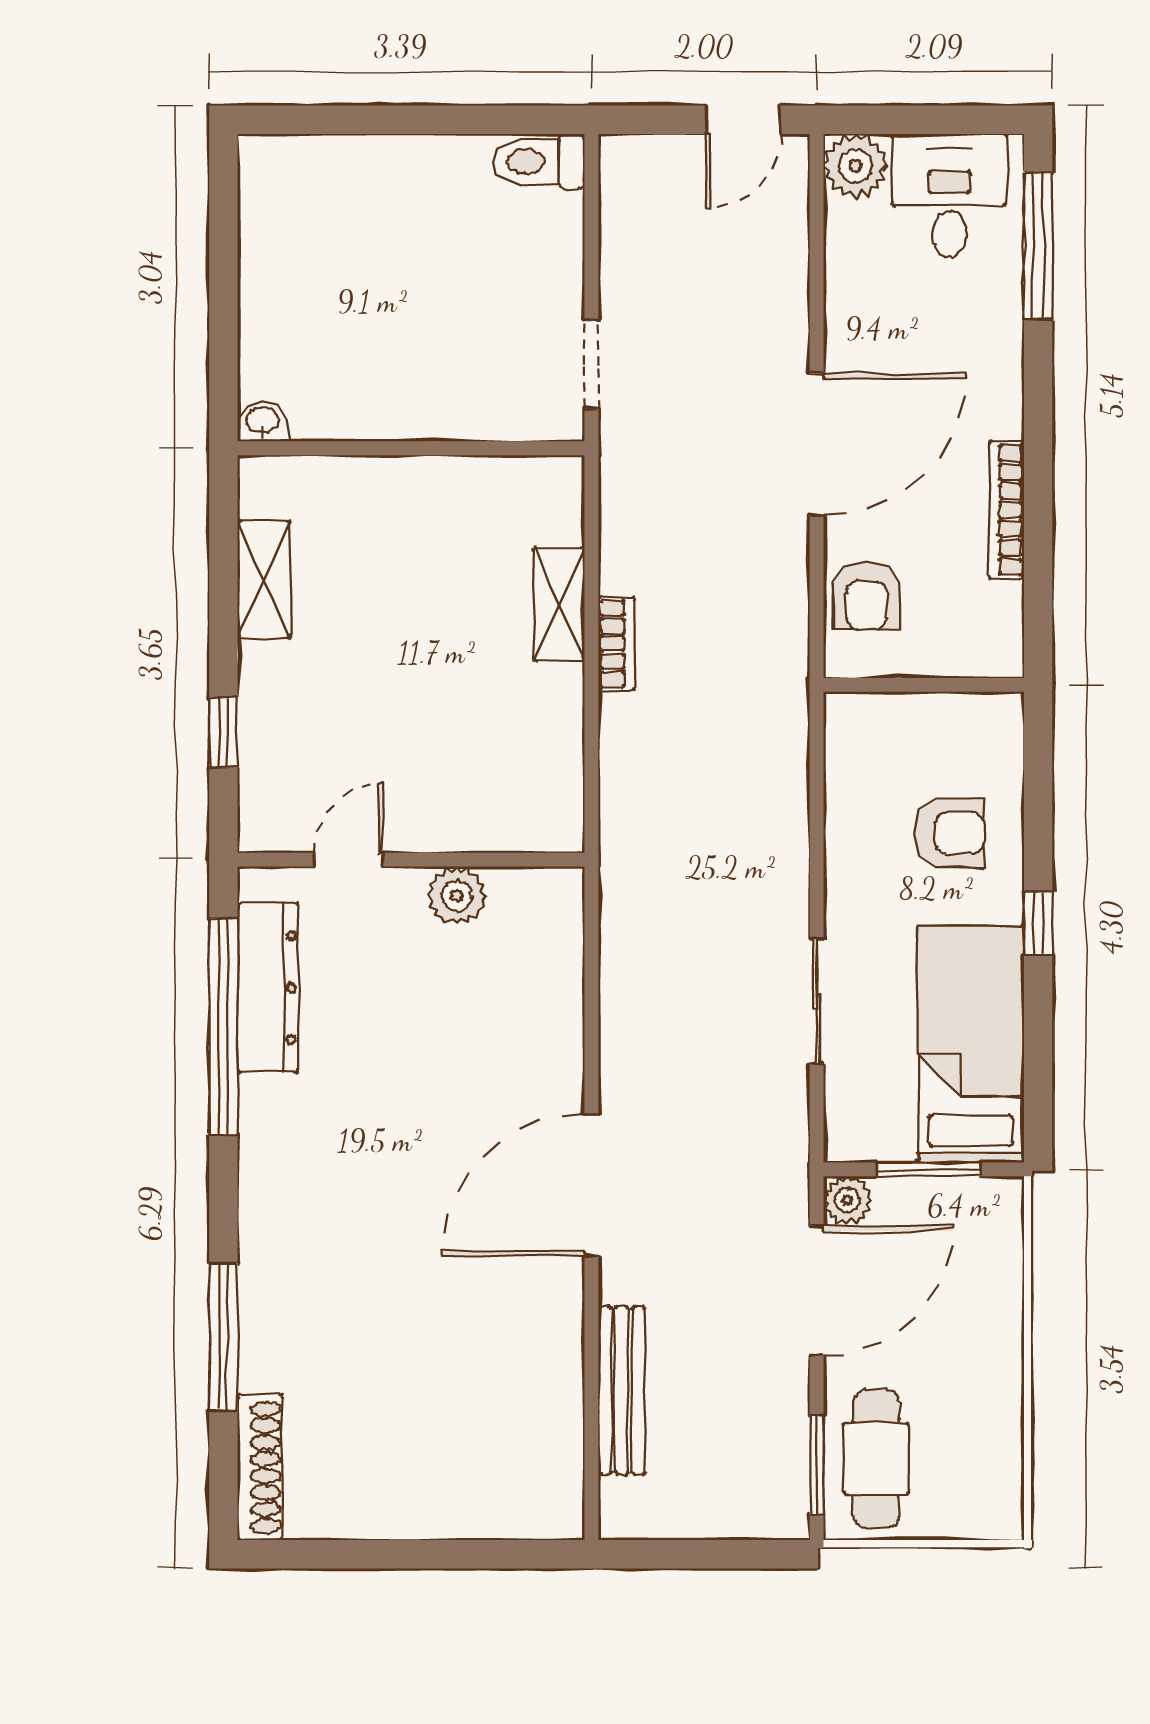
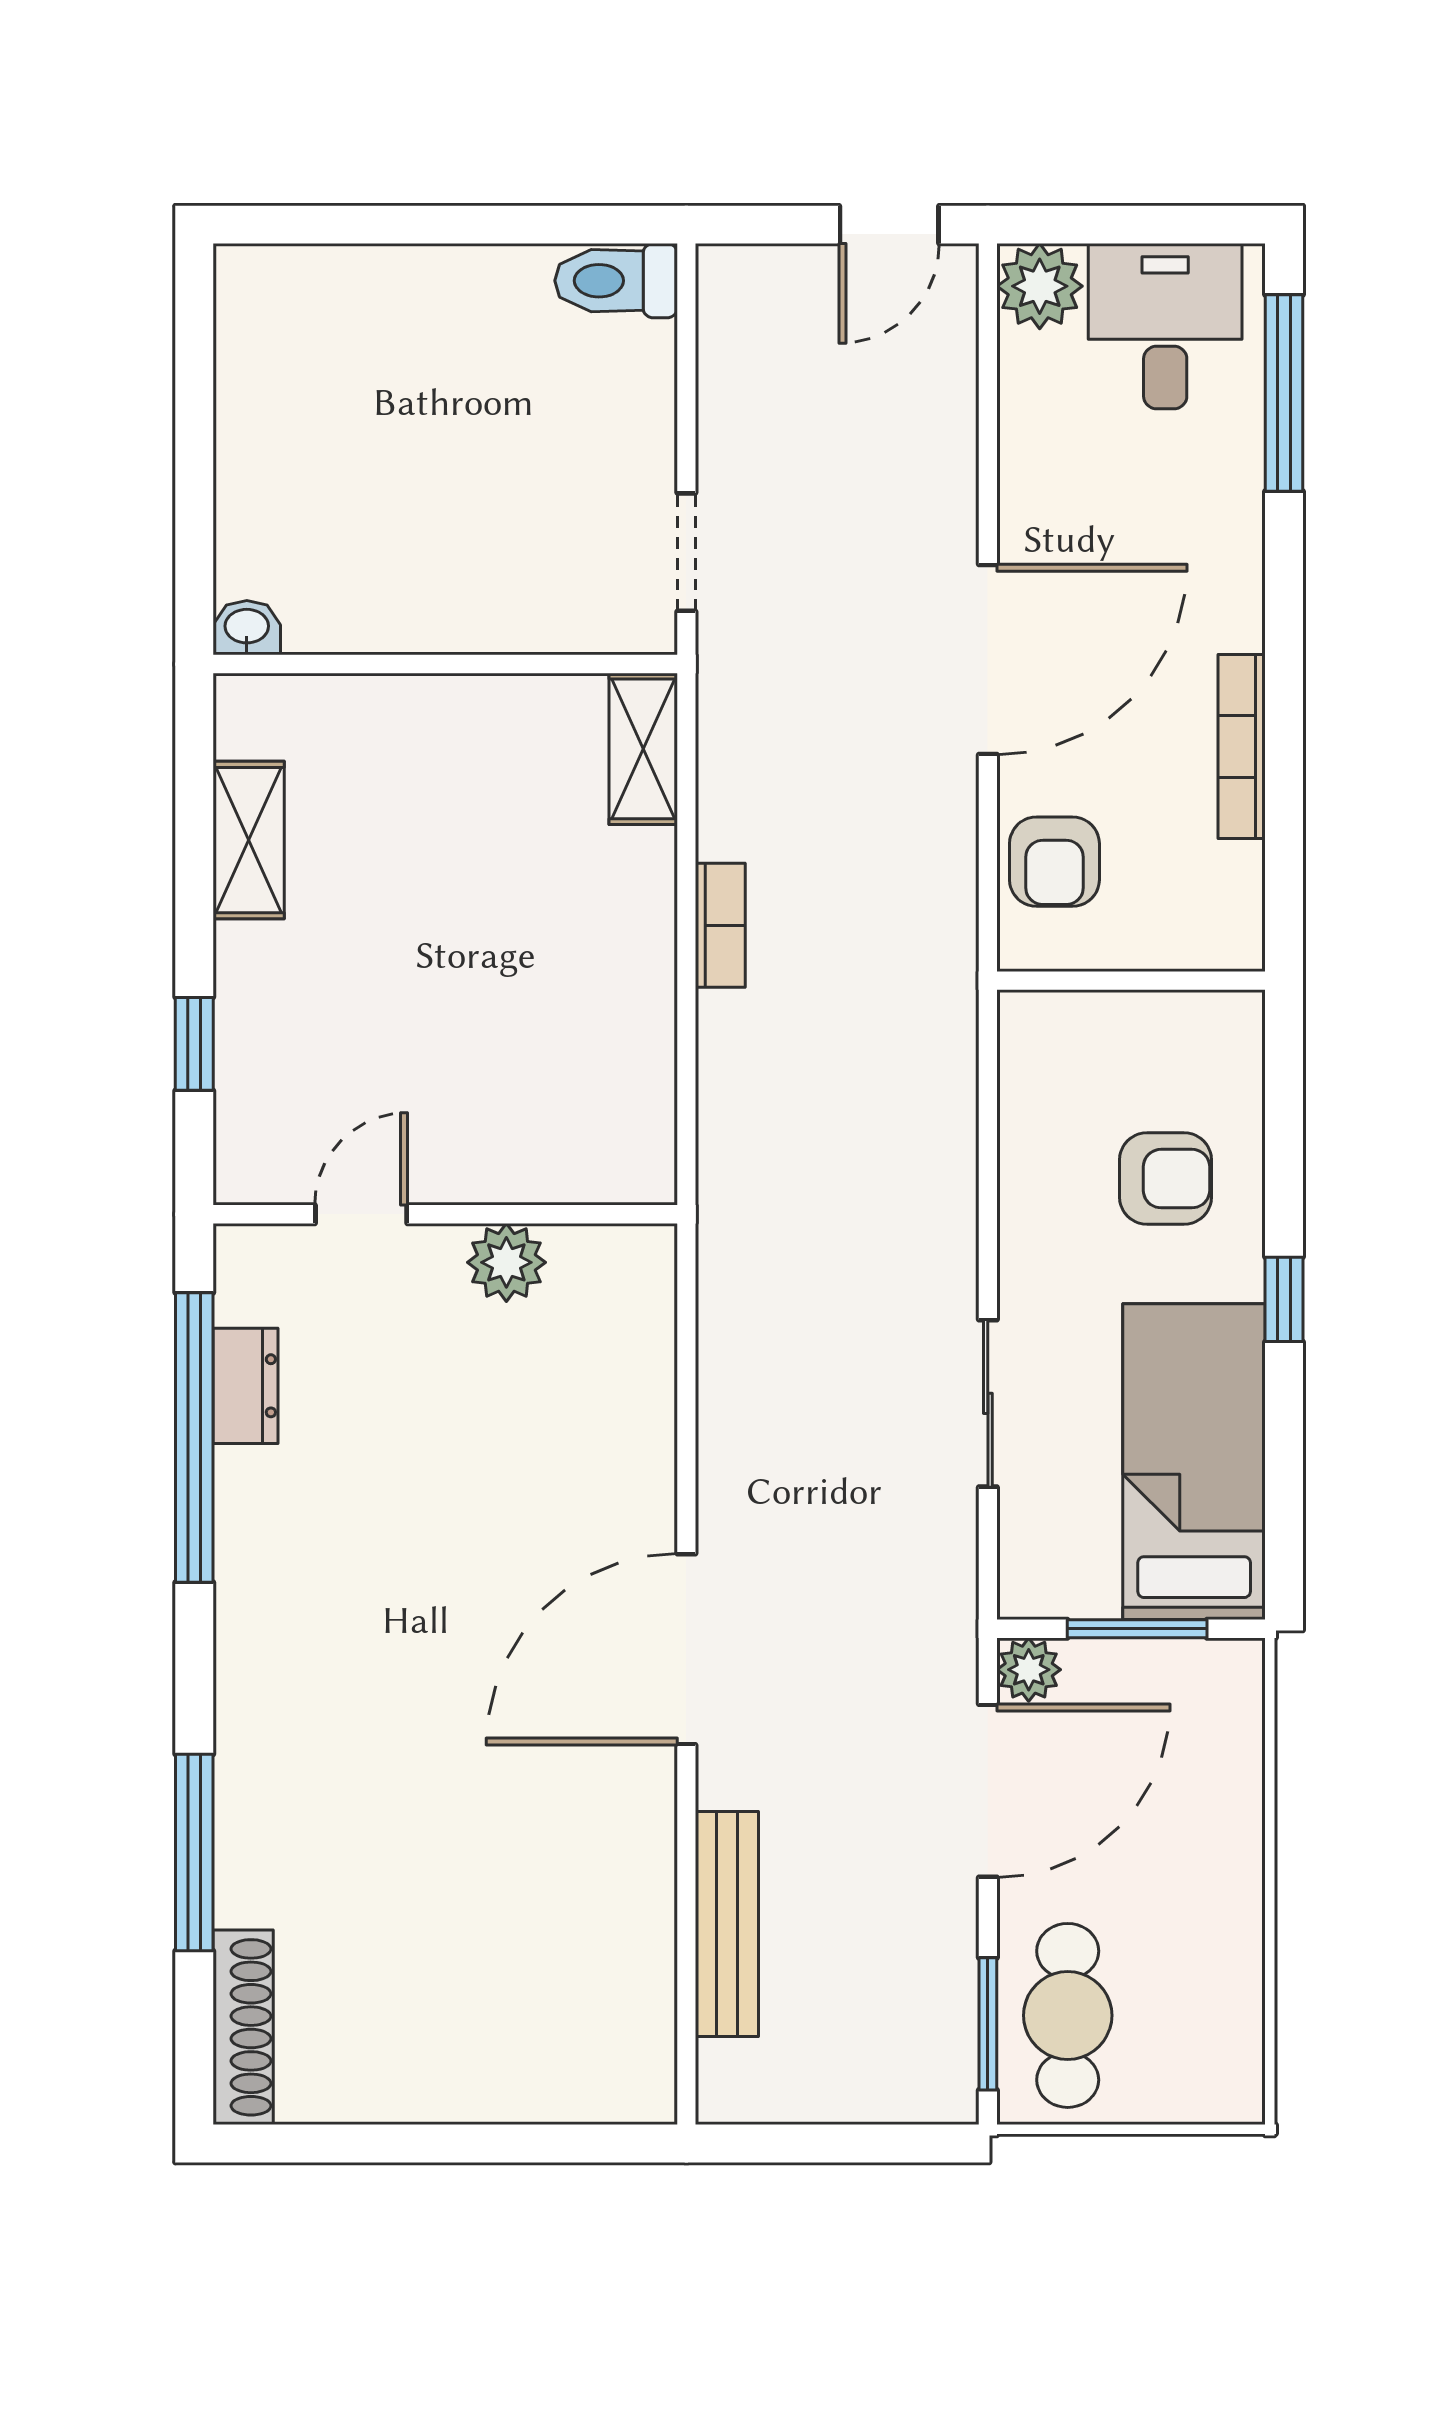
shelving: (559, 604) -> (643, 749), moved
dresser: (268, 988) -> (246, 1386), width x0.51, depth x0.80

